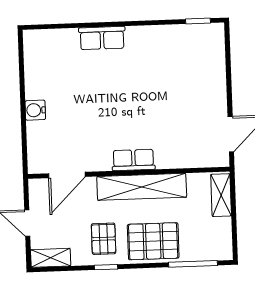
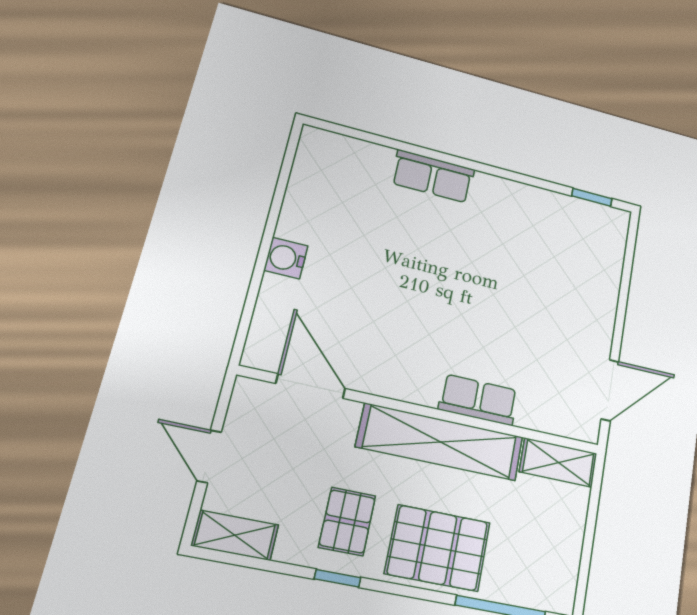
row of seats: (133, 160) -> (478, 400), moved
door: (67, 175) -> (311, 386), swing flipped
shelving: (221, 195) -> (558, 463), moved, turned 90

